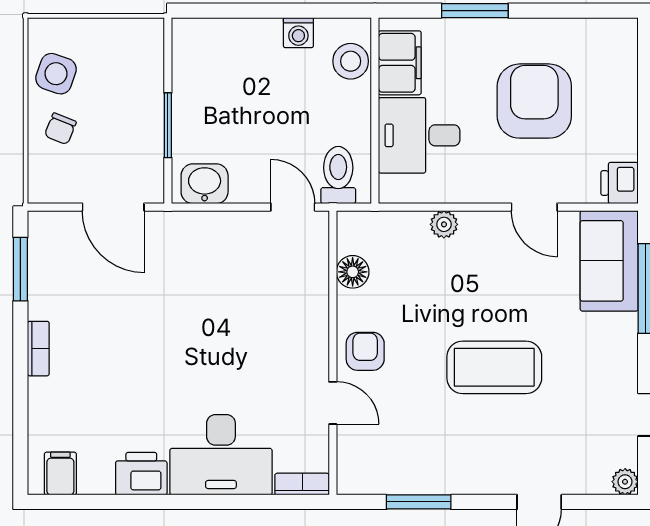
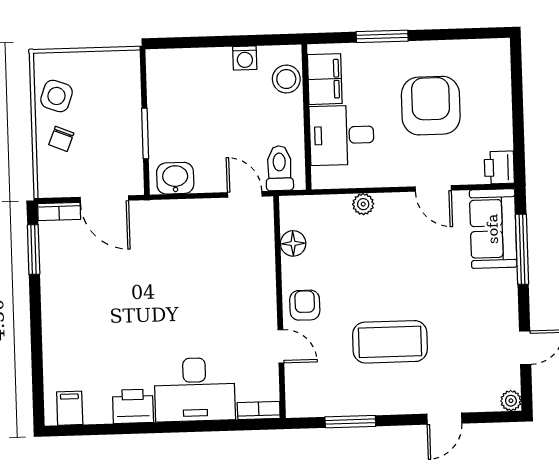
bookcase: (38, 349) -> (59, 211), moved, turned 90
coffee table: (494, 367) -> (390, 342), moved

